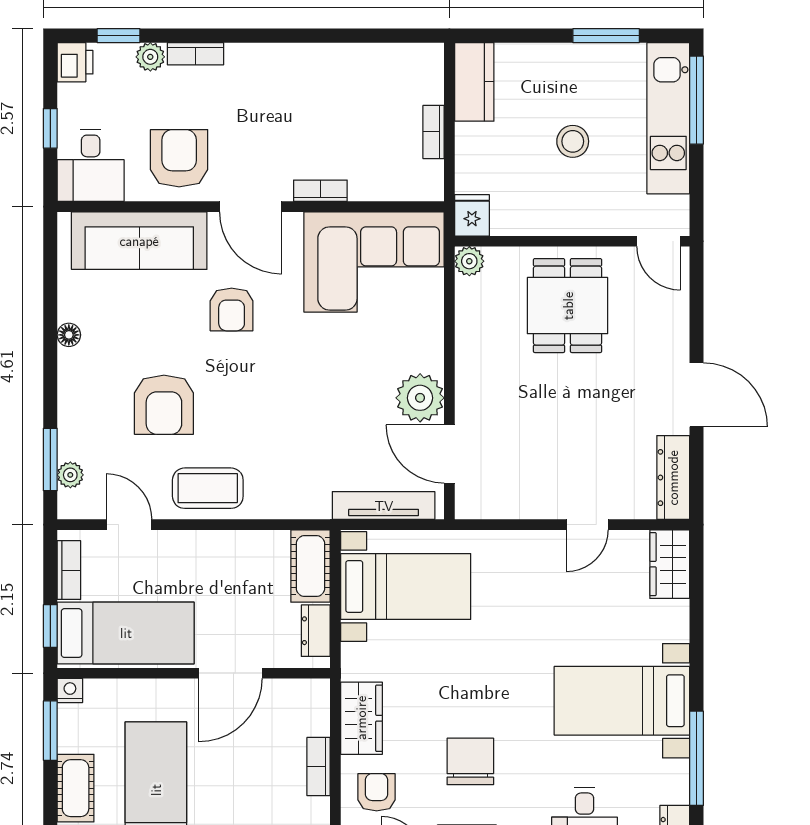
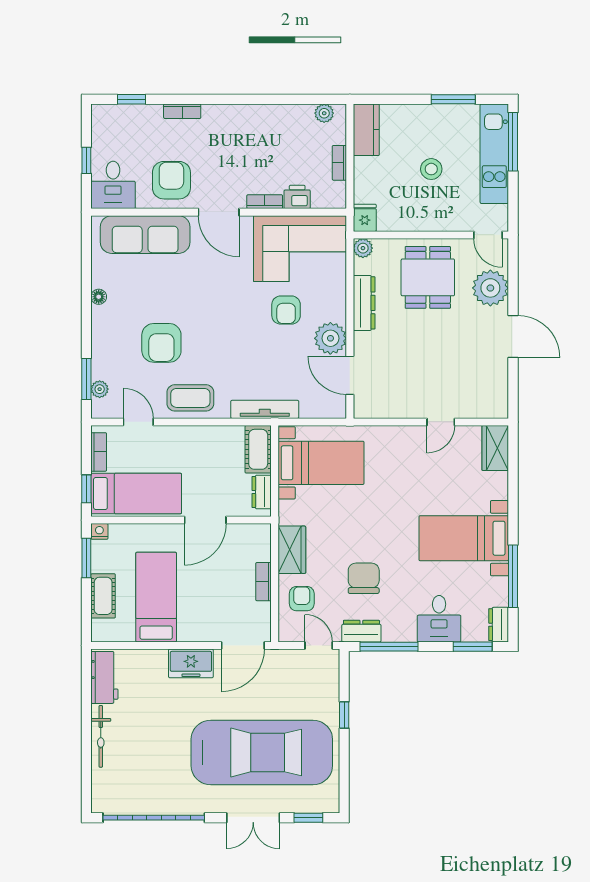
plant: (150, 57) -> (324, 113), moved
printer: (75, 62) -> (297, 197), moved, turned -90
armchair: (232, 309) -> (286, 310), moved
plant: (662, 322) -> (490, 288), added
dresser: (673, 478) -> (364, 303), moved, turned 180
tv unit: (384, 506) -> (265, 409), moved

